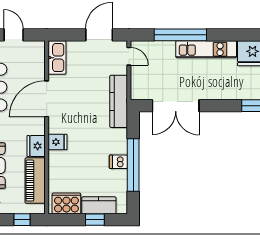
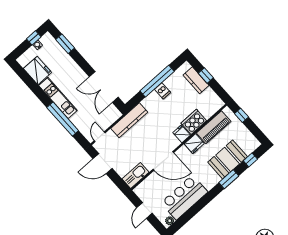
double door: (176, 106) -> (104, 87), swing flipped
cooker: (66, 203) -> (194, 122), moved, turned 90

